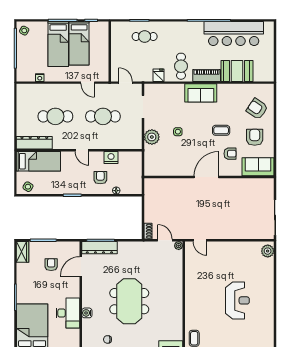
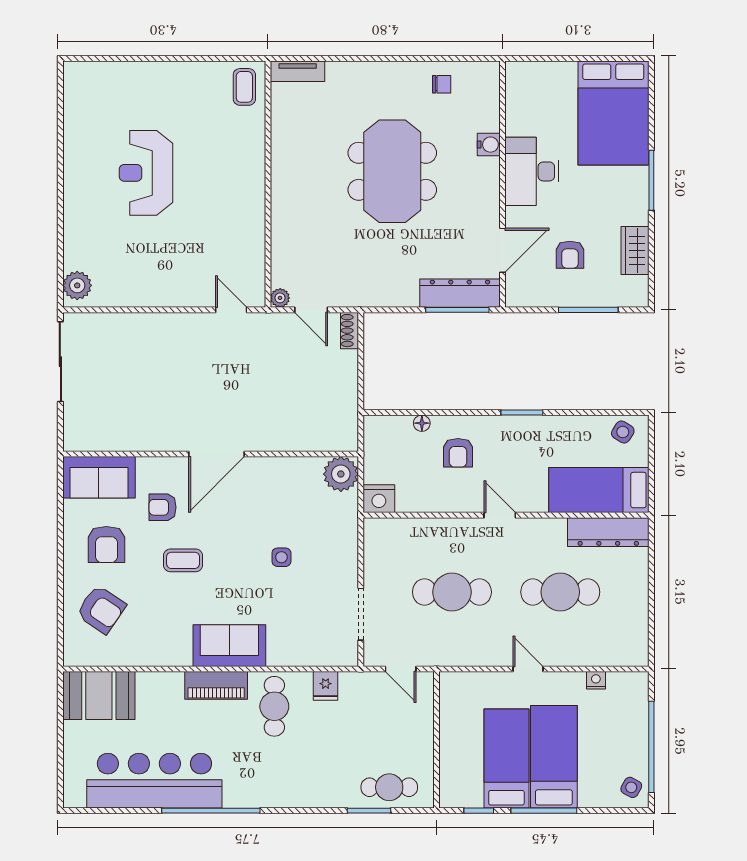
cafe table: (145, 37) -> (389, 787), moved
booth: (237, 71) -> (99, 696), moved
door: (88, 83) -> (528, 669), moved
plant: (152, 137) -> (341, 474), moved
nightstand: (111, 157) -> (379, 499), moved
wardrobe: (23, 252) -> (635, 251), moved
desk: (68, 313) -> (532, 171), moved

